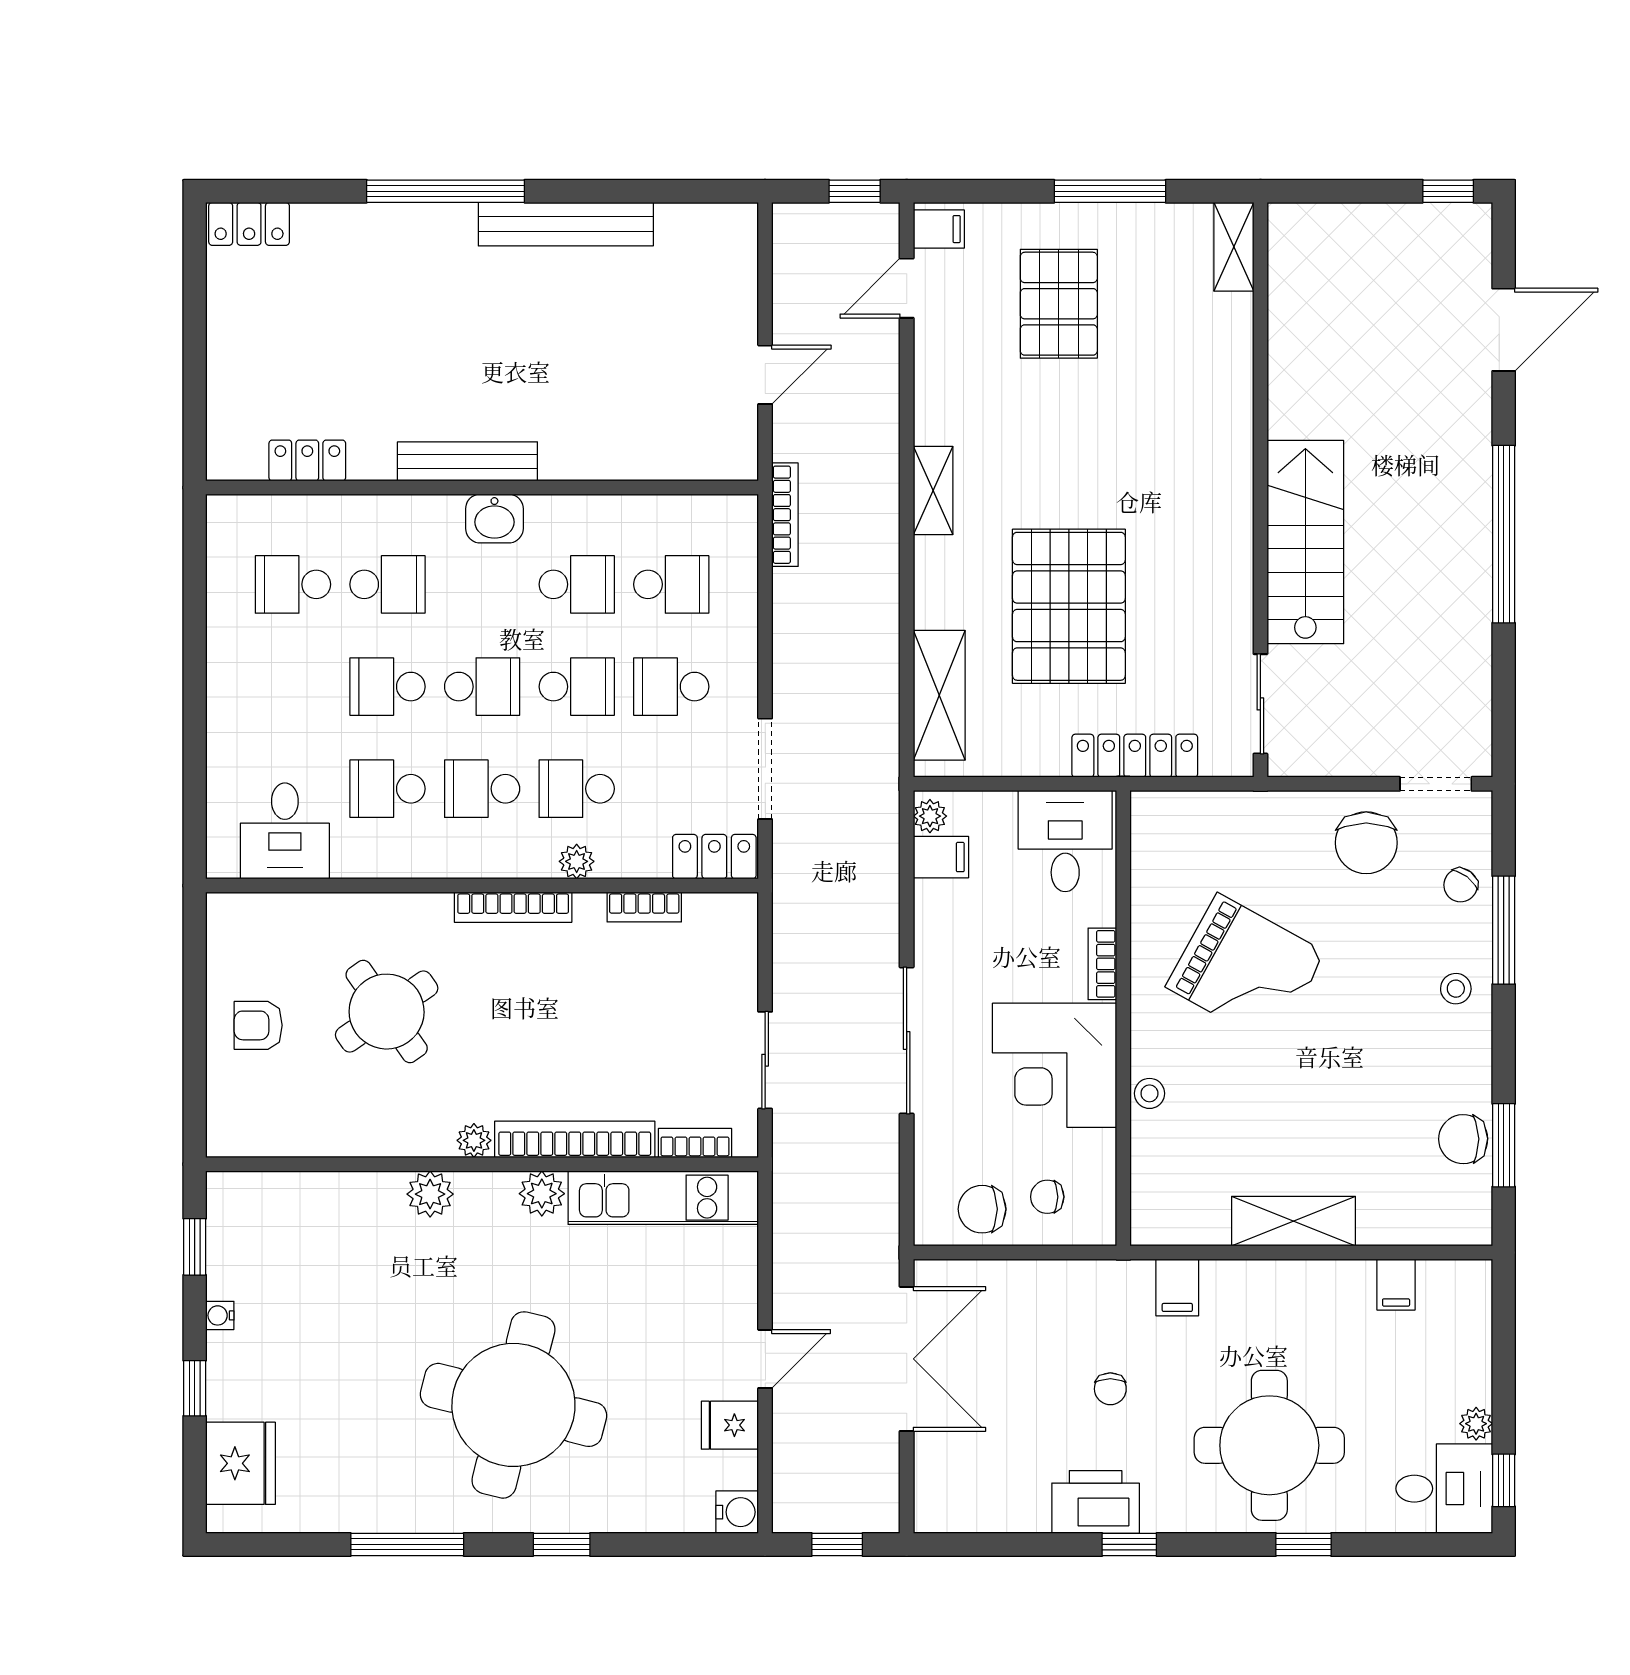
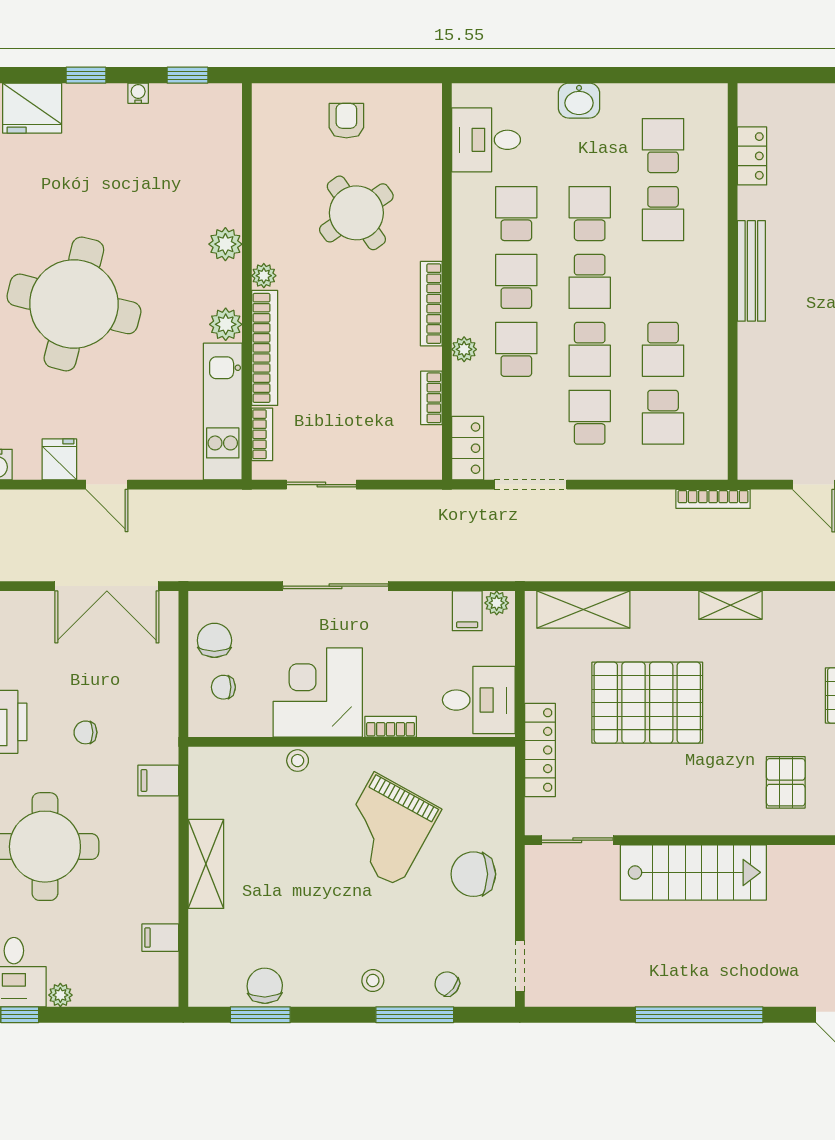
pallet: (1180, 413) -> (786, 782), added
washbasin: (494, 519) -> (579, 101), moved, turned -90
chair: (1366, 843) -> (473, 874), moved
chair: (1047, 1197) -> (223, 687), turned -90

